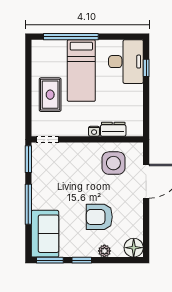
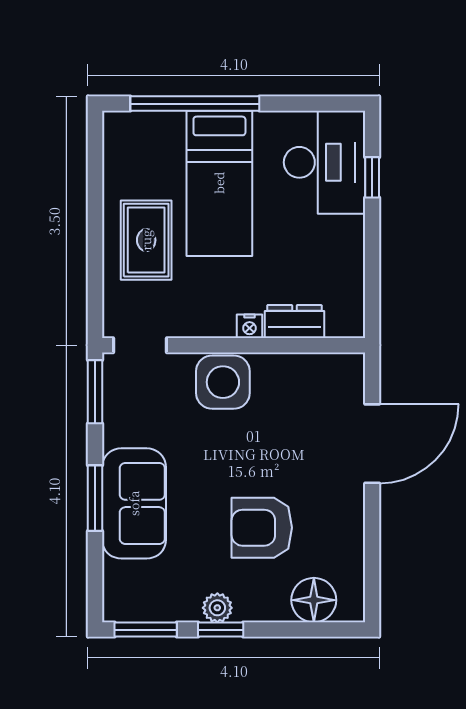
side table: (113, 163) -> (223, 382), moved
window: (28, 204) -> (95, 498), width x0.69
sofa: (45, 234) -> (134, 503), moved
floor lamp: (134, 248) -> (314, 600), moved
plant: (104, 251) -> (217, 608), moved

